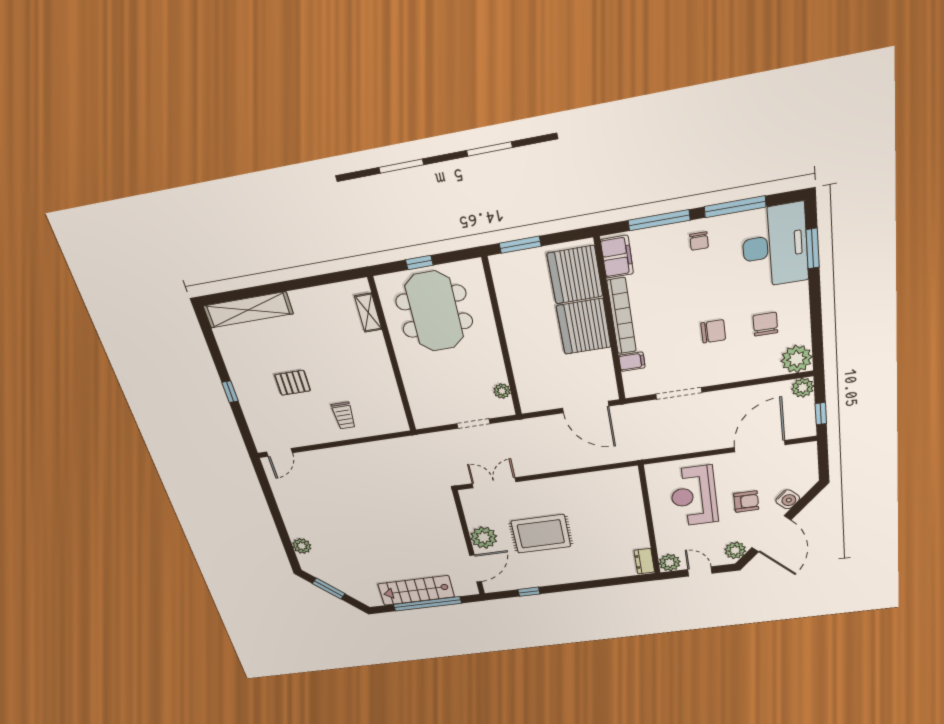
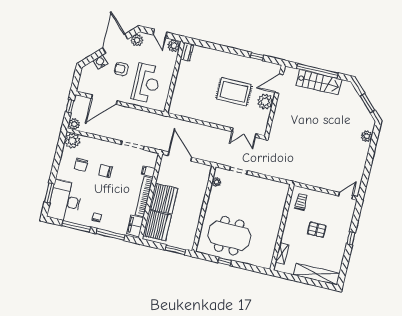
meeting table: (434, 311) -> (229, 236), turned 90
shelving: (368, 313) -> (282, 253), moved
wall: (392, 356) -> (282, 227), moved

